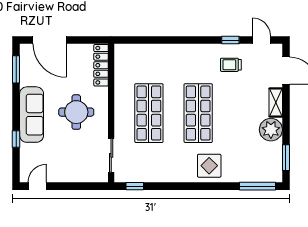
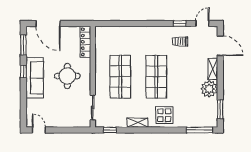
door: (262, 40) -> (202, 23), hinge flipped
window: (16, 139) -> (23, 71), moved
shelving: (172, 176) -> (138, 123), added
door: (37, 186) -> (39, 130), hinge flipped

